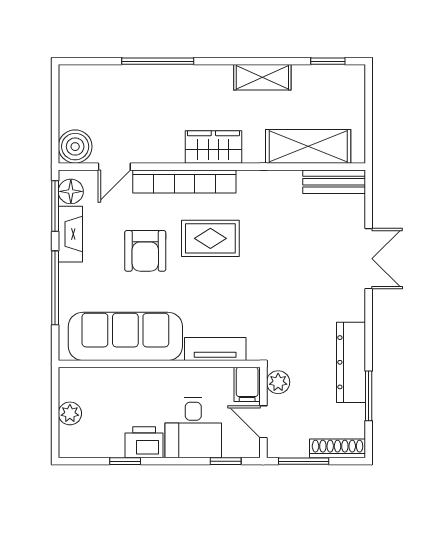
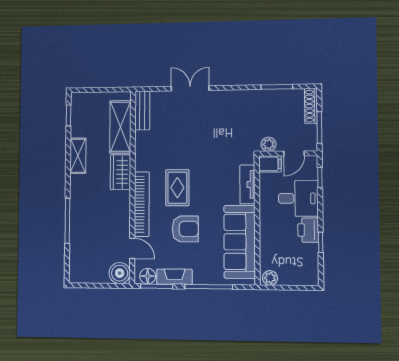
wardrobe: (213, 147) -> (121, 172), moved
dresser: (351, 362) -> (256, 98), removed
plant: (70, 413) -> (270, 278), moved

